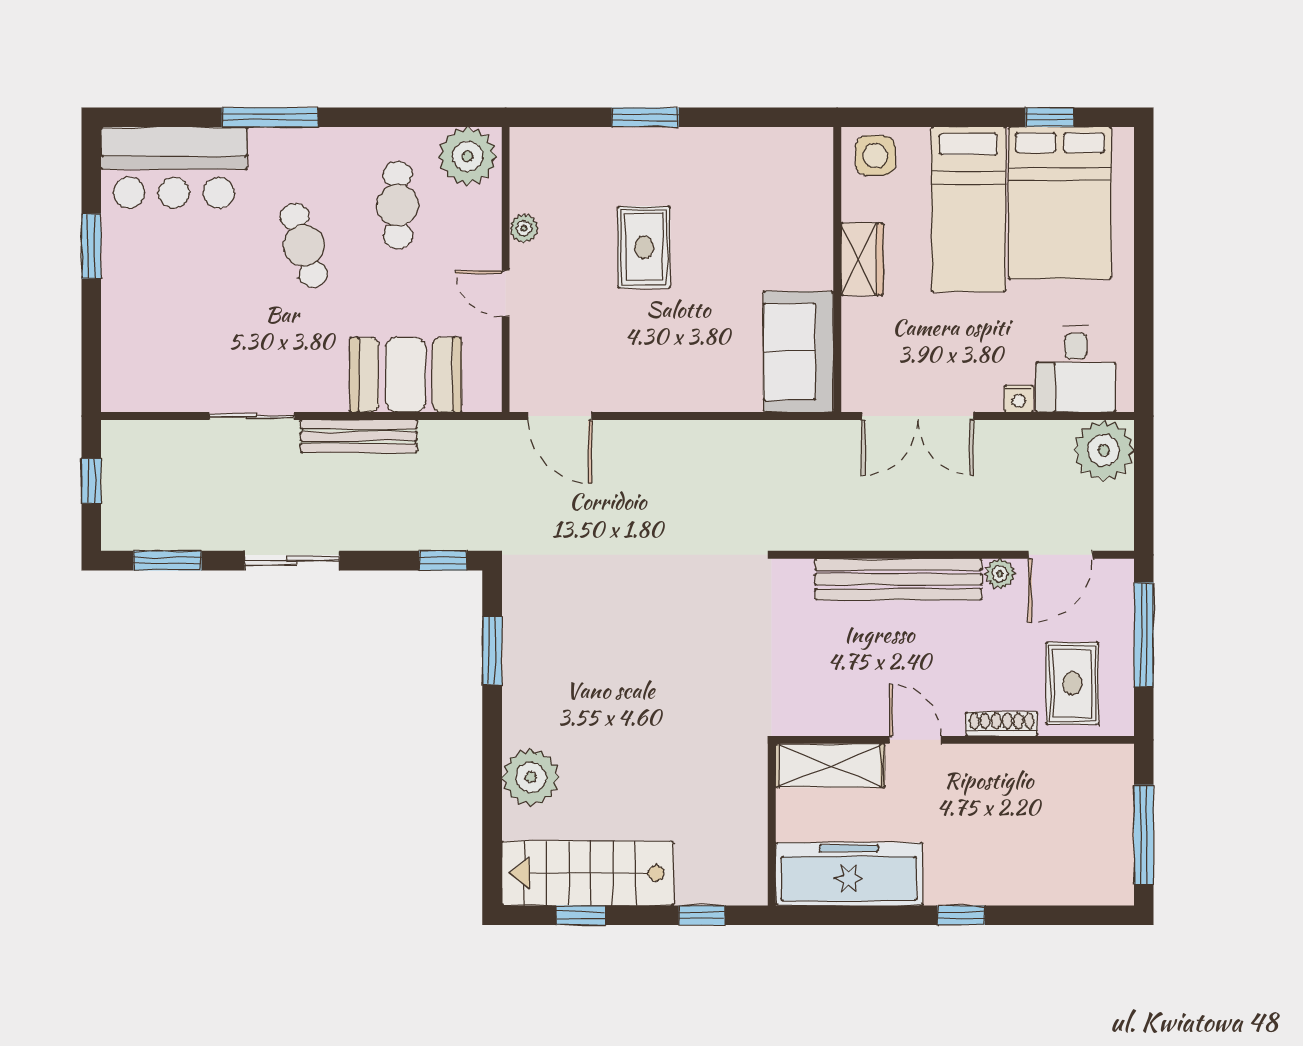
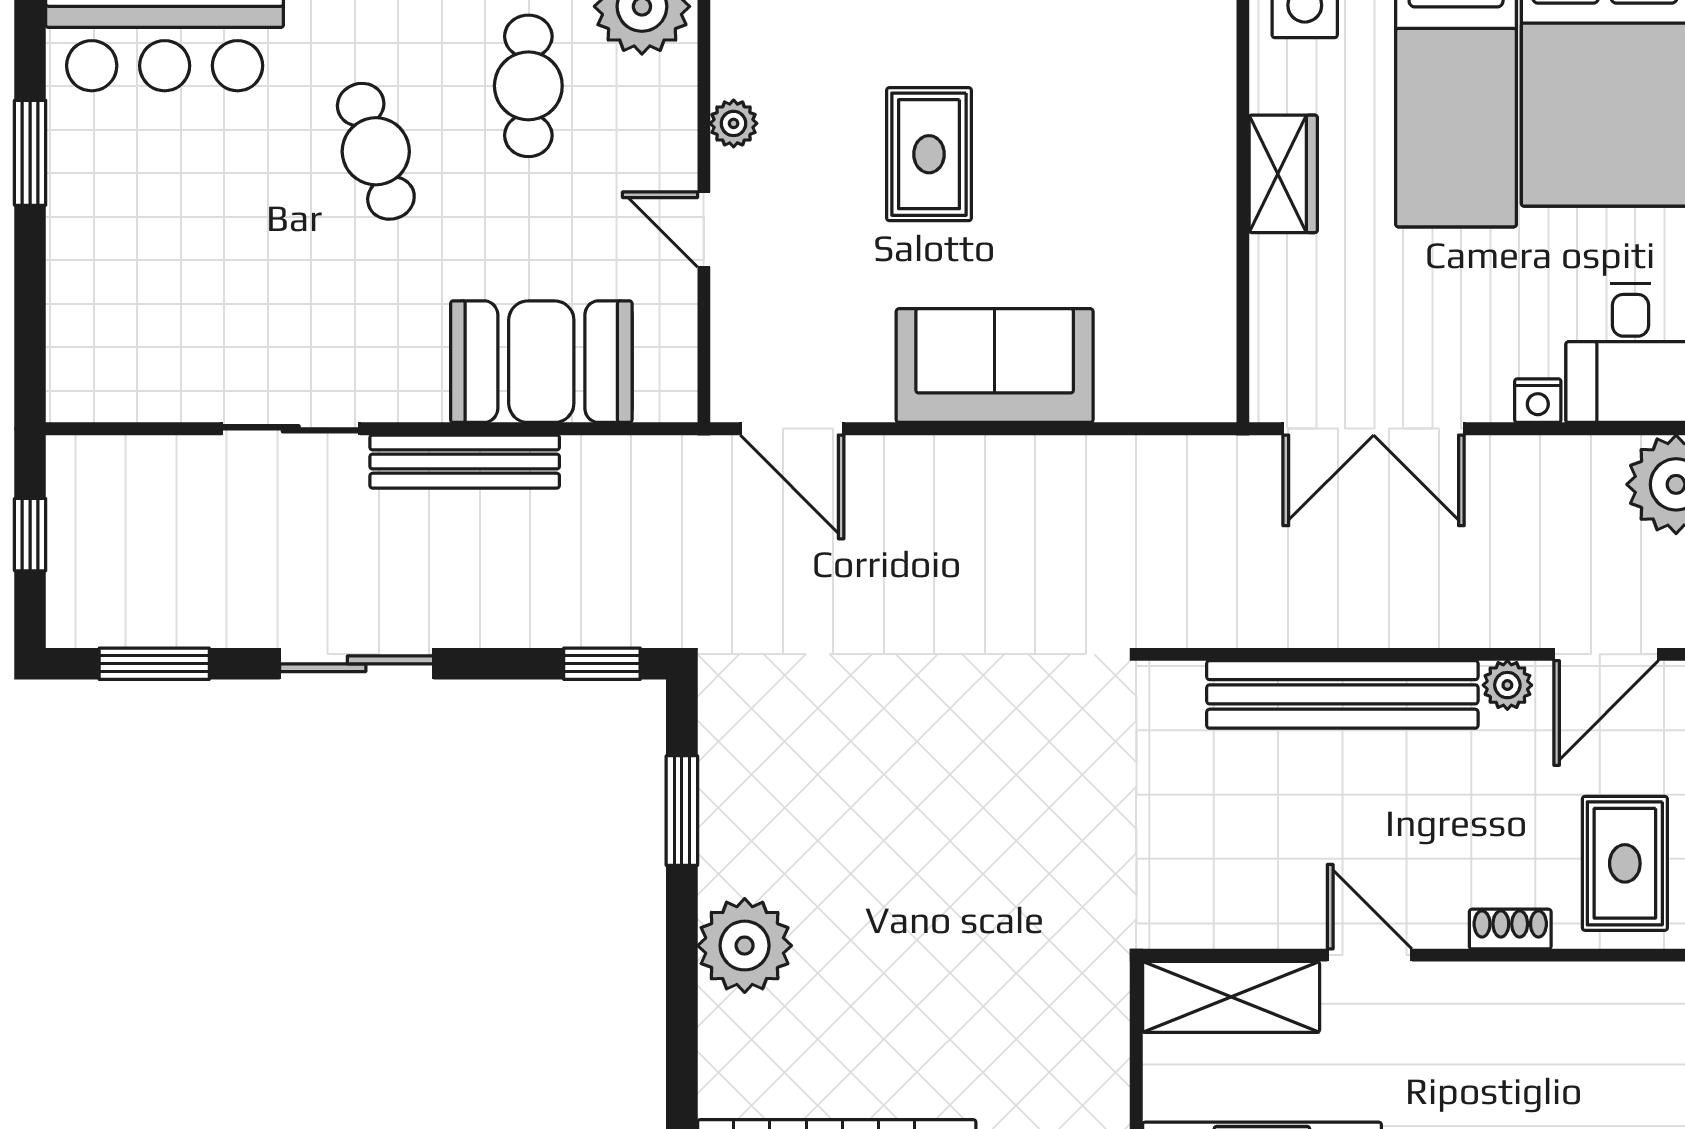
sofa: (798, 352) -> (995, 366), moved, turned 90
shoe rack: (1002, 724) -> (1510, 929), width x0.70
plant: (531, 777) -> (745, 946), moved

